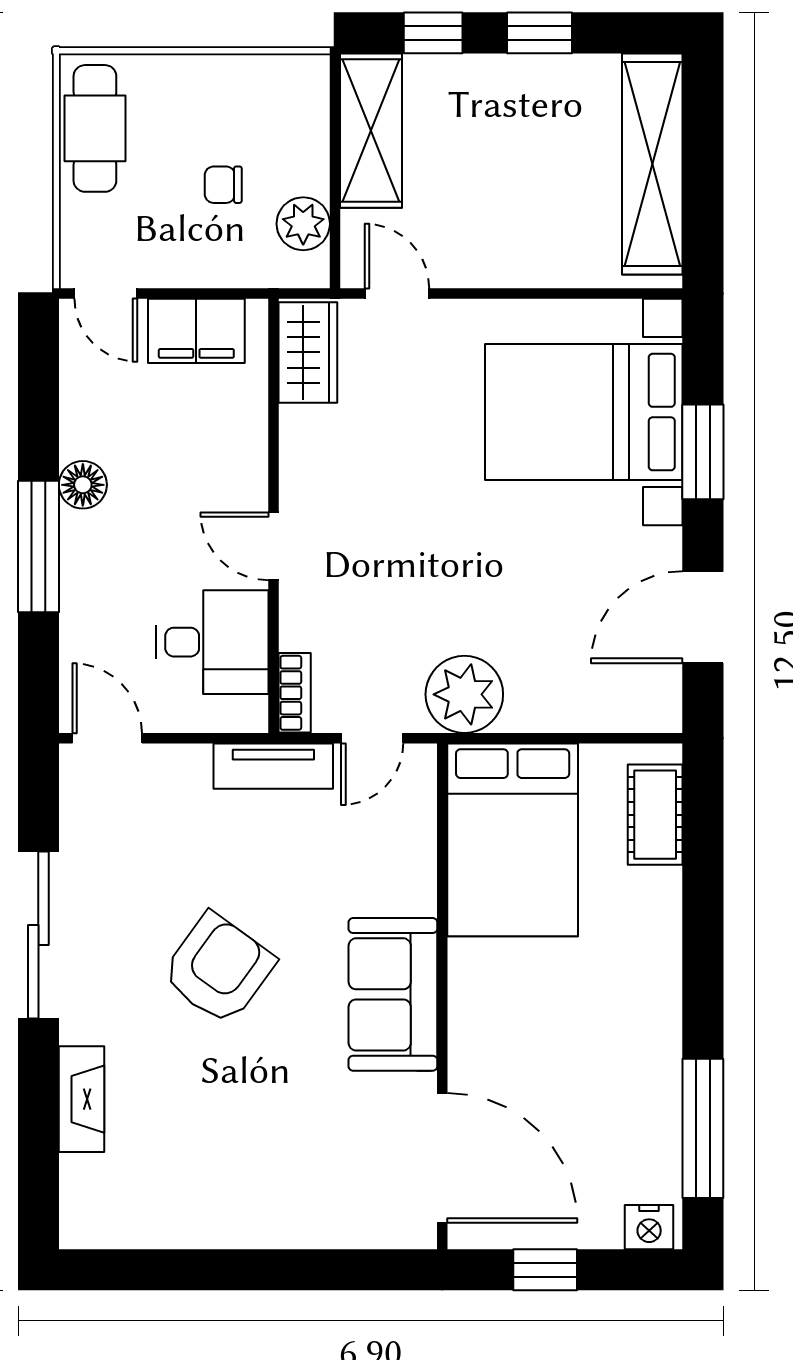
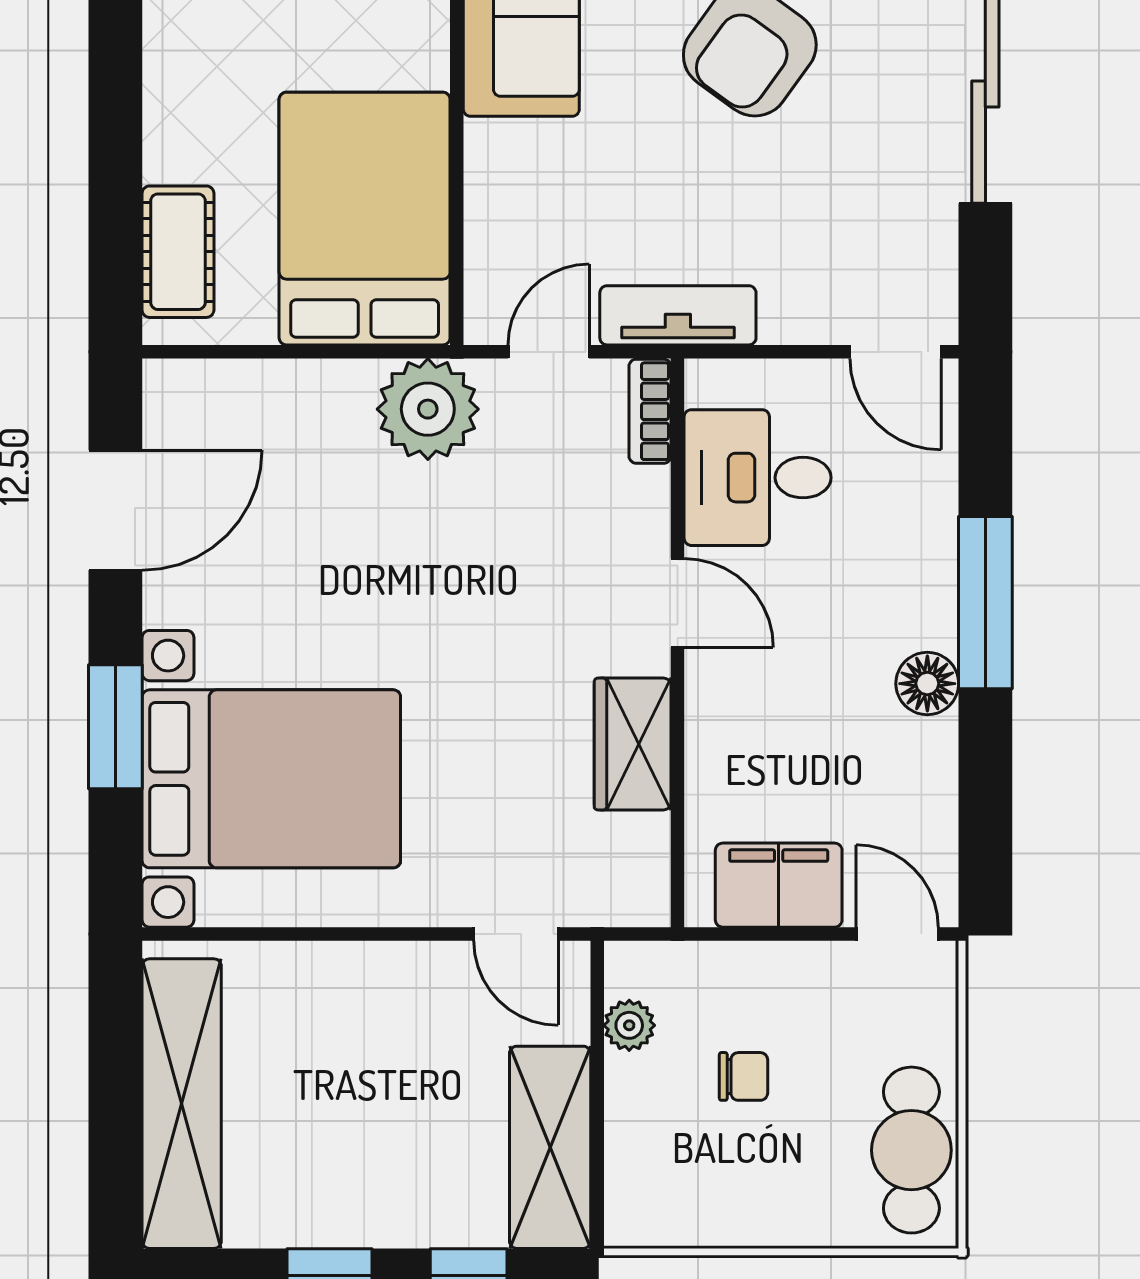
plant: (303, 224) -> (629, 1025), width x0.73, depth x0.73
wardrobe: (308, 352) -> (633, 744), moved

